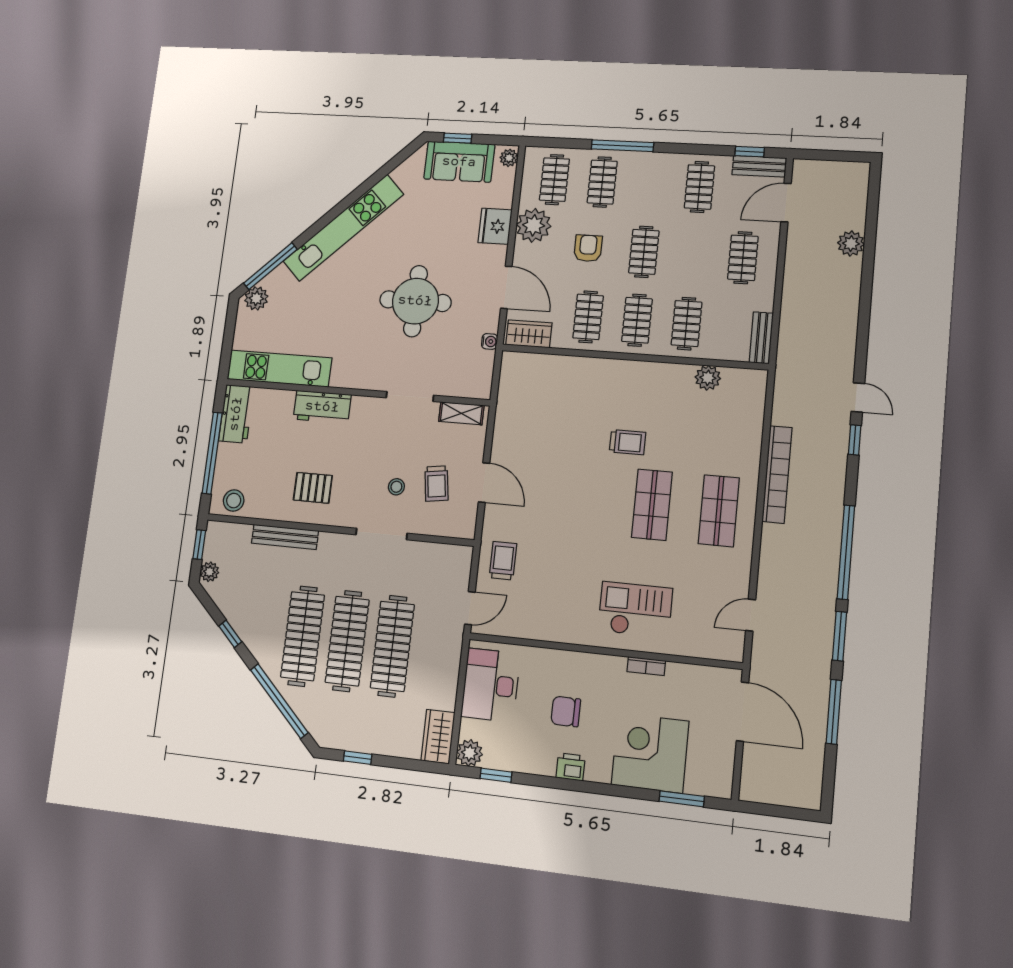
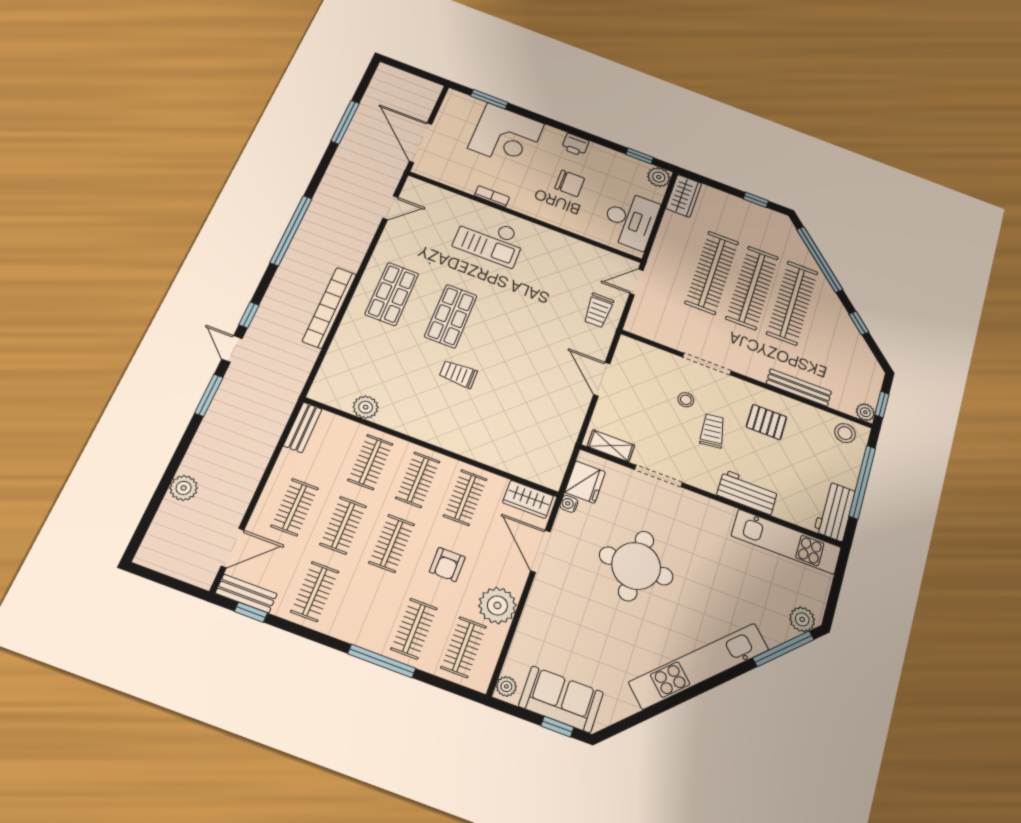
fridge: (495, 226) -> (585, 482), moved
clothes rail: (693, 255) -> (343, 525), added
trolley: (437, 484) -> (712, 431), moved
plant: (209, 572) -> (865, 412), moved
window: (840, 636) -> (209, 395), moved

